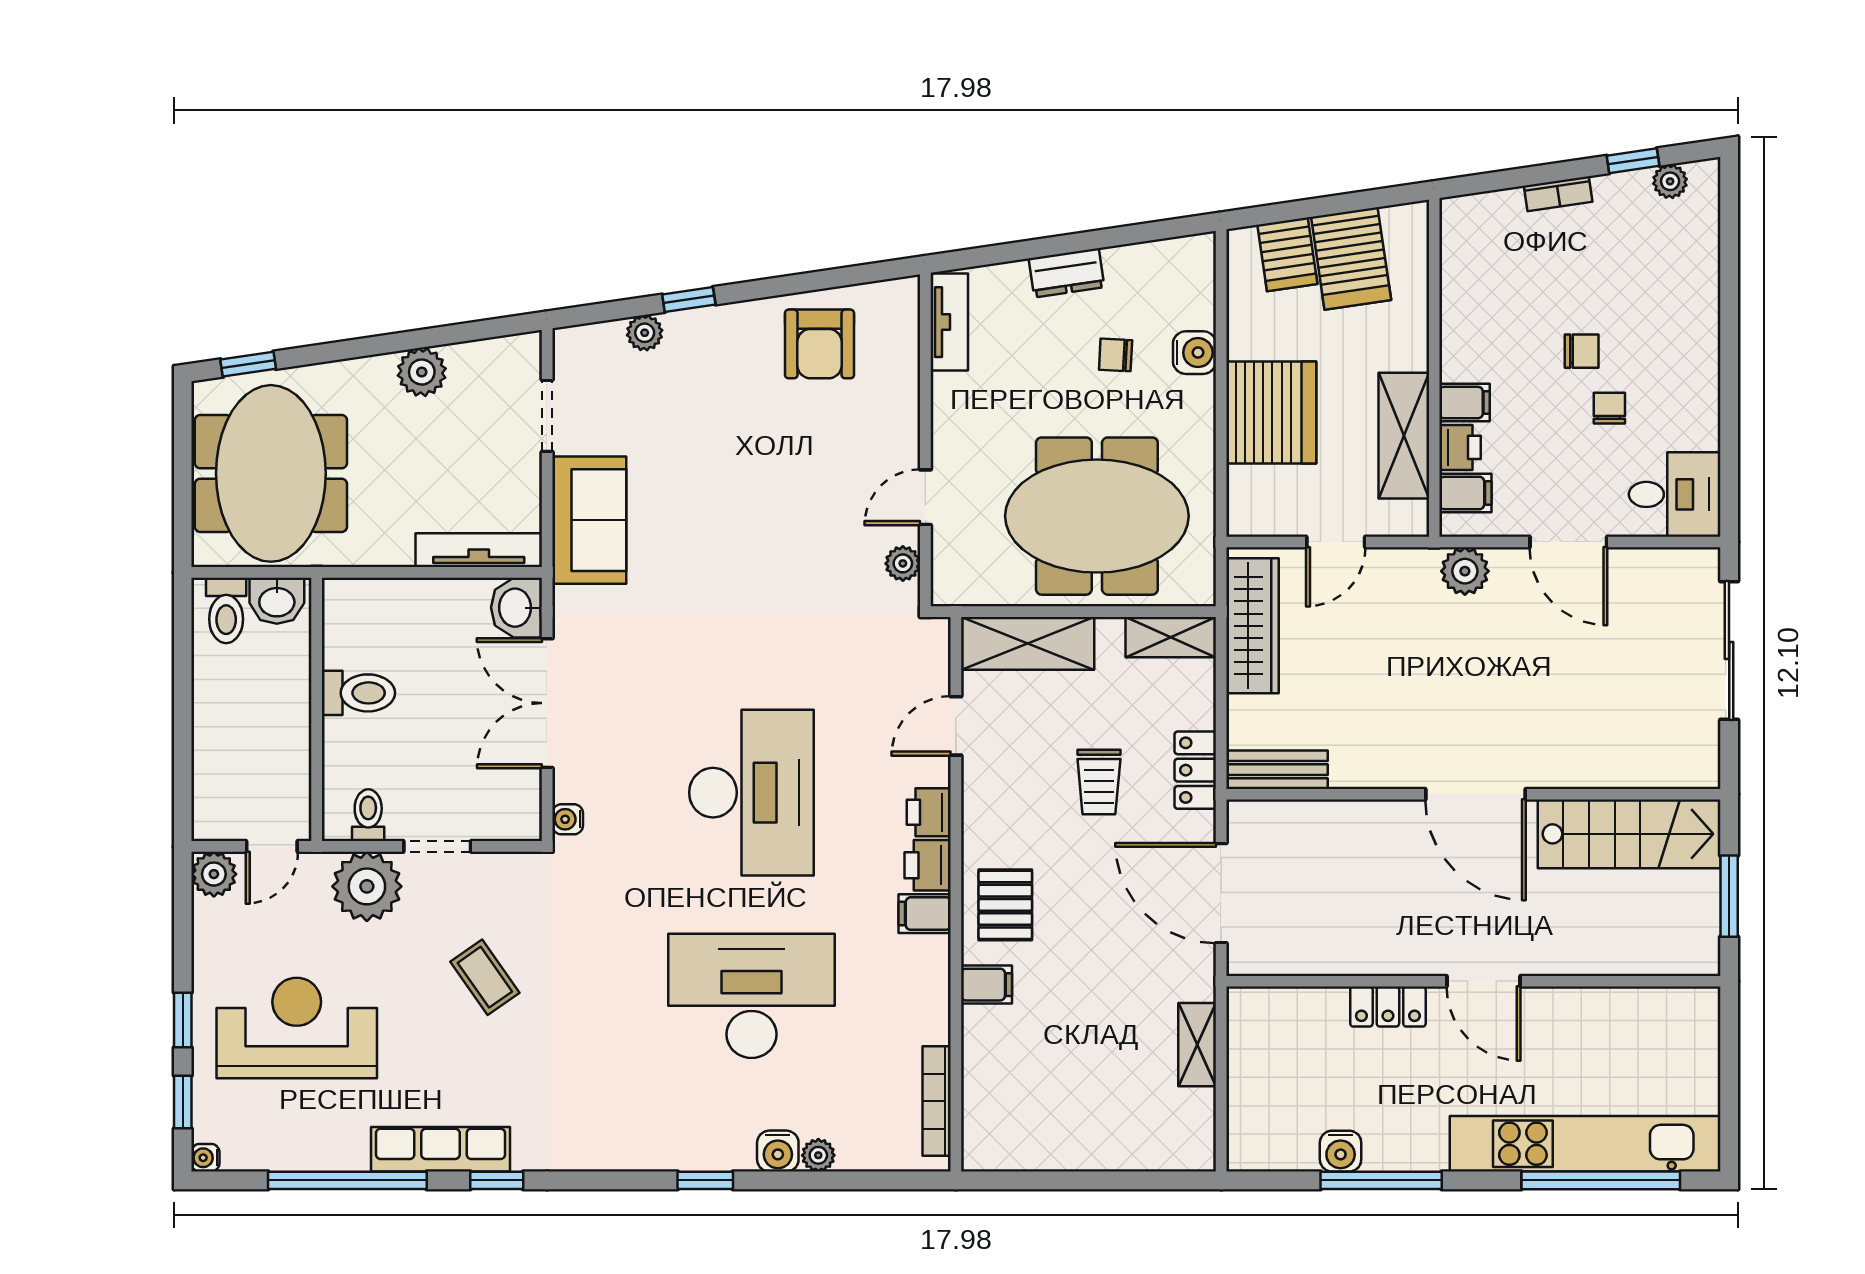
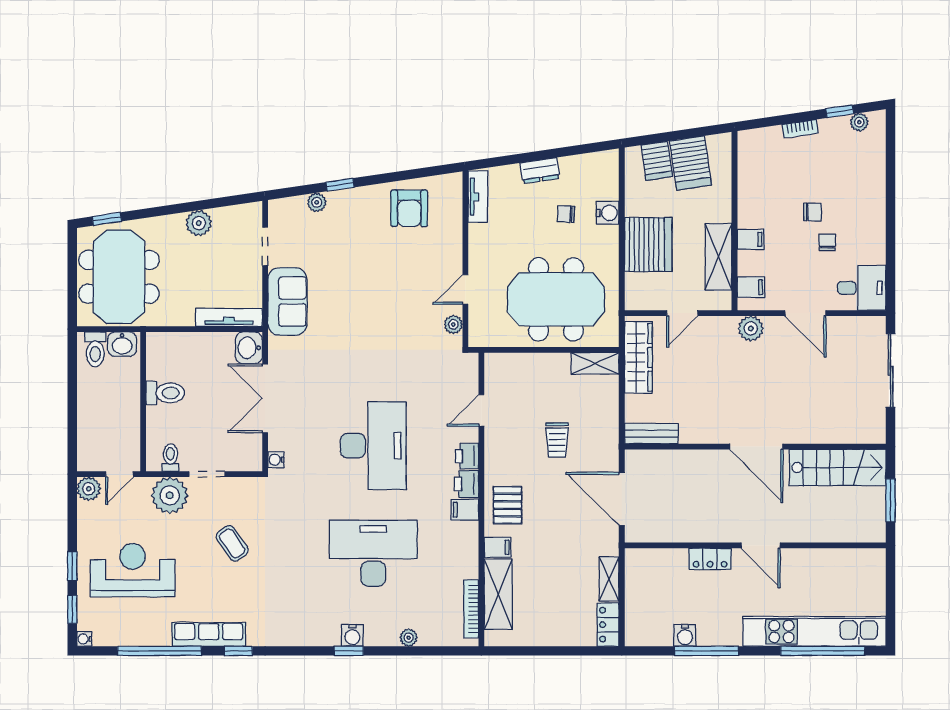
printer: (1460, 447) -> (748, 263), removed
shelving: (1028, 643) -> (498, 594), moved, turned 90
locker: (1195, 770) -> (608, 625), moved
water cooler: (778, 1151) -> (352, 635), moved

